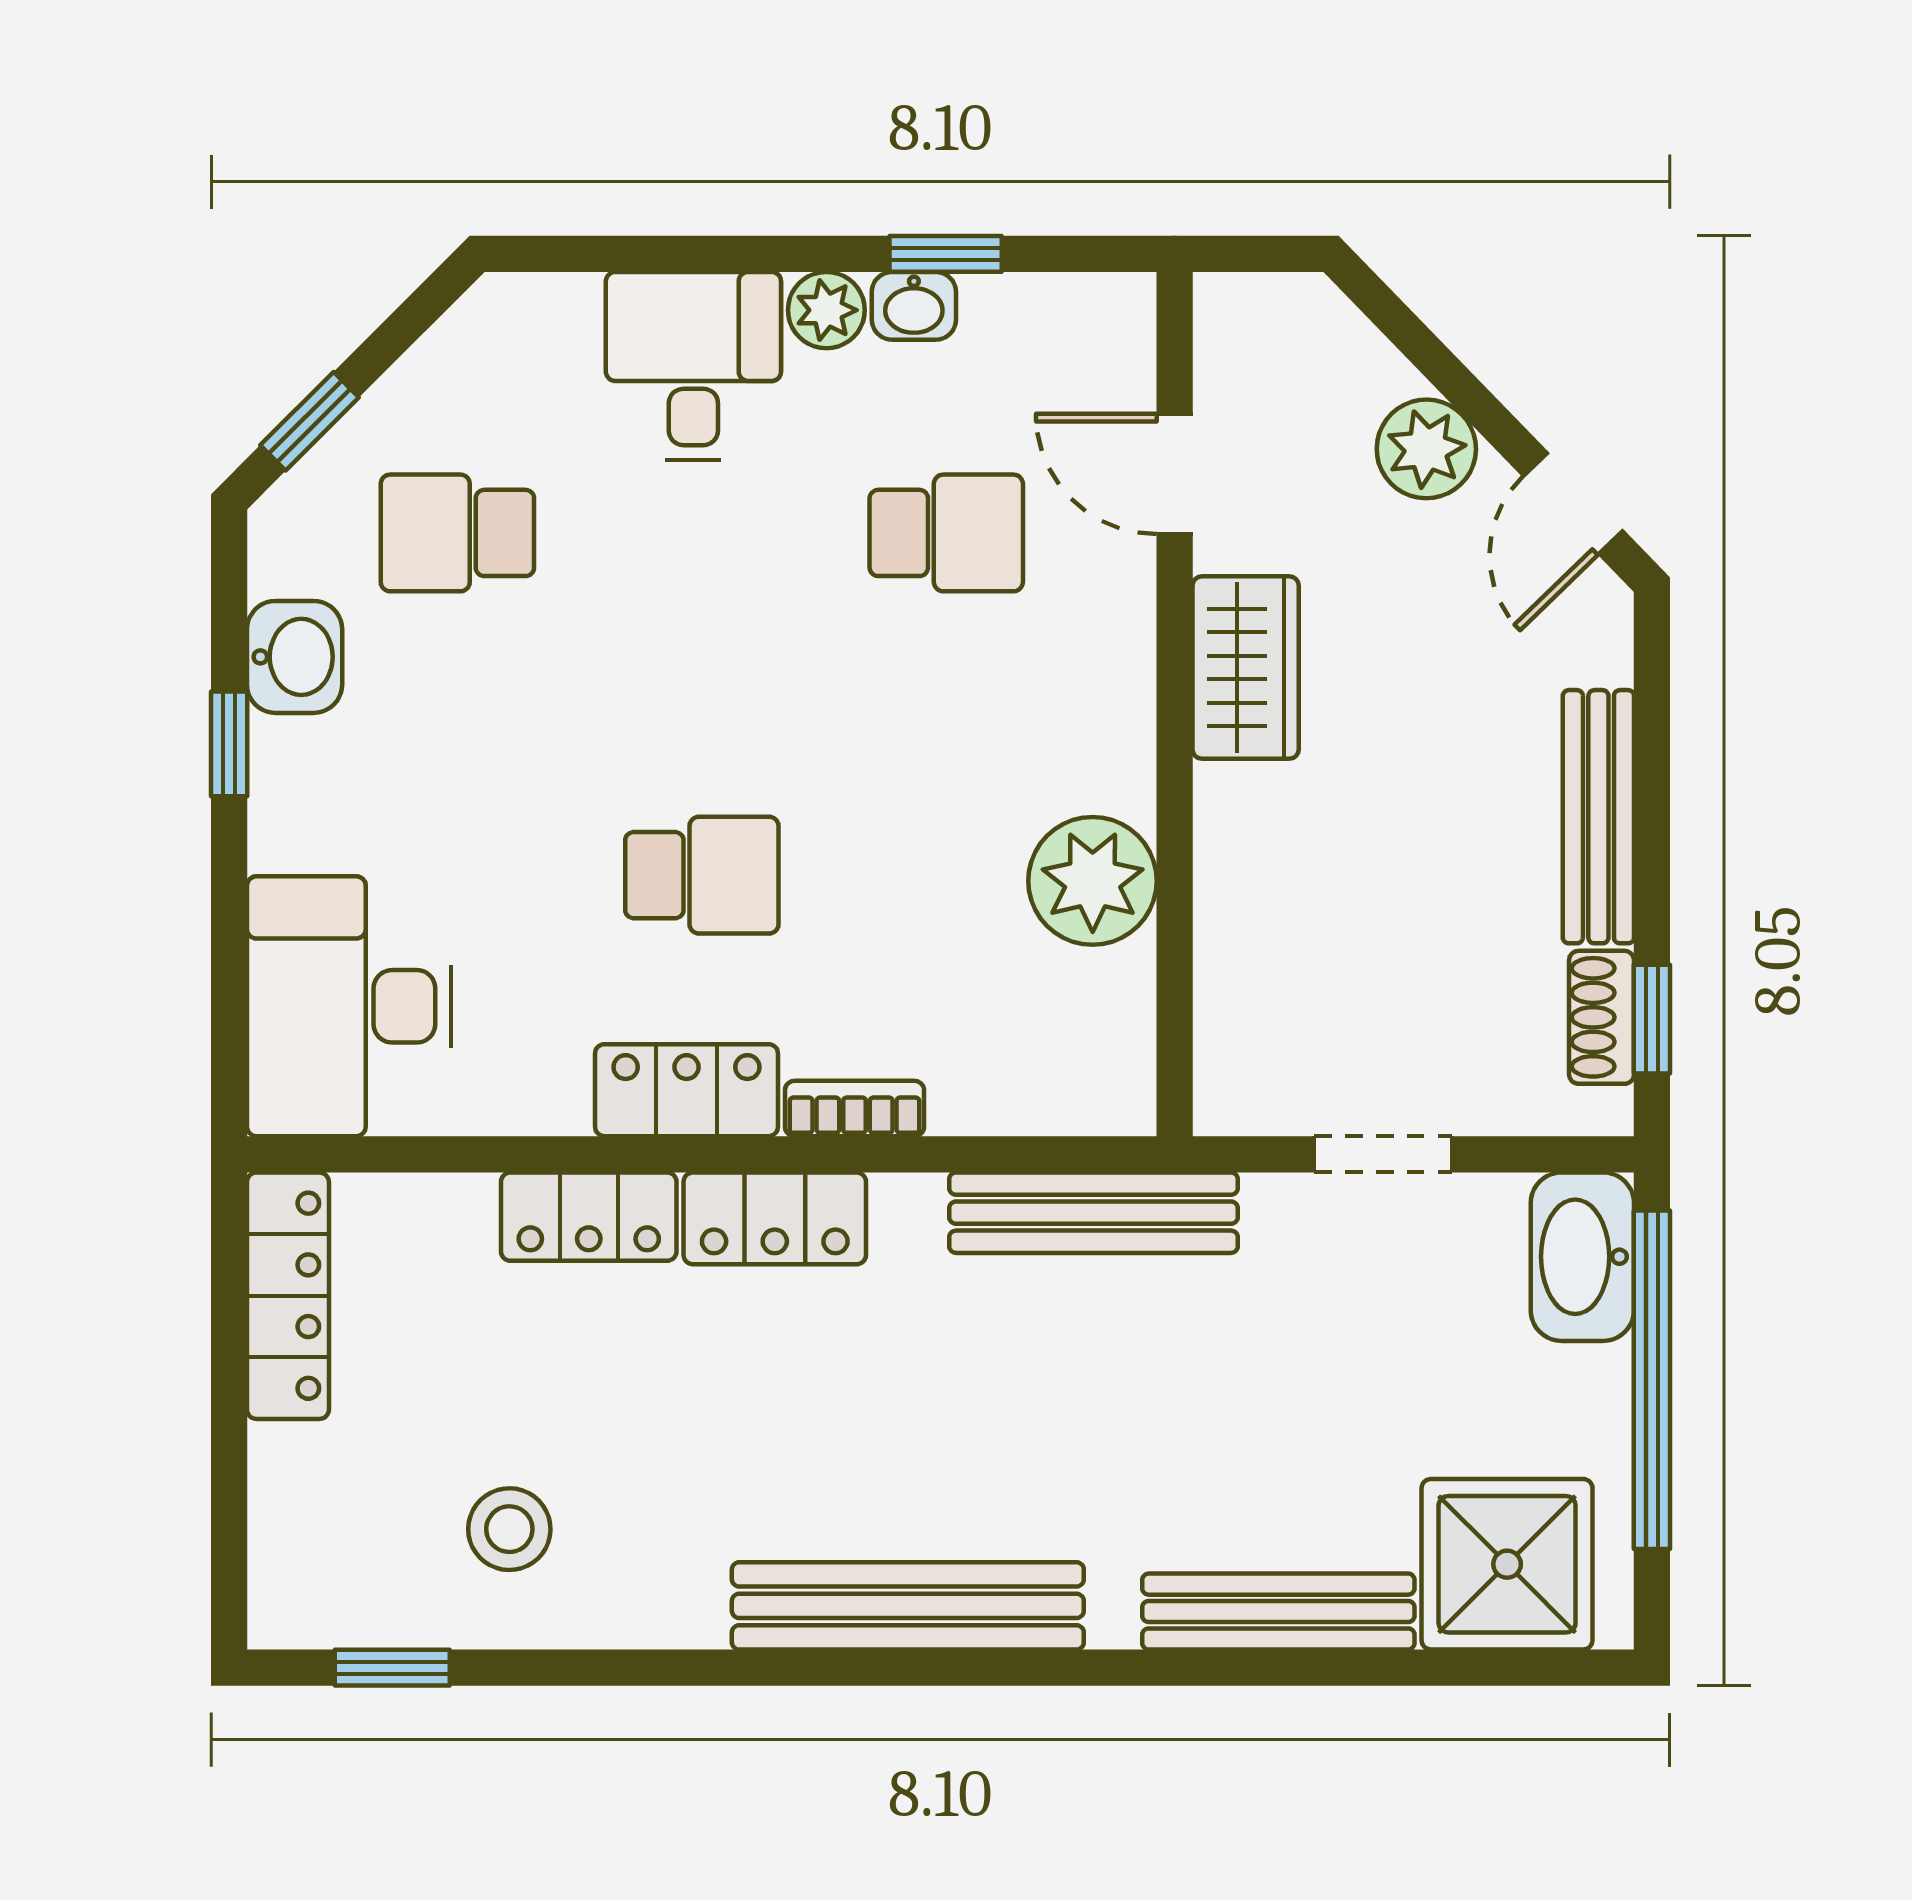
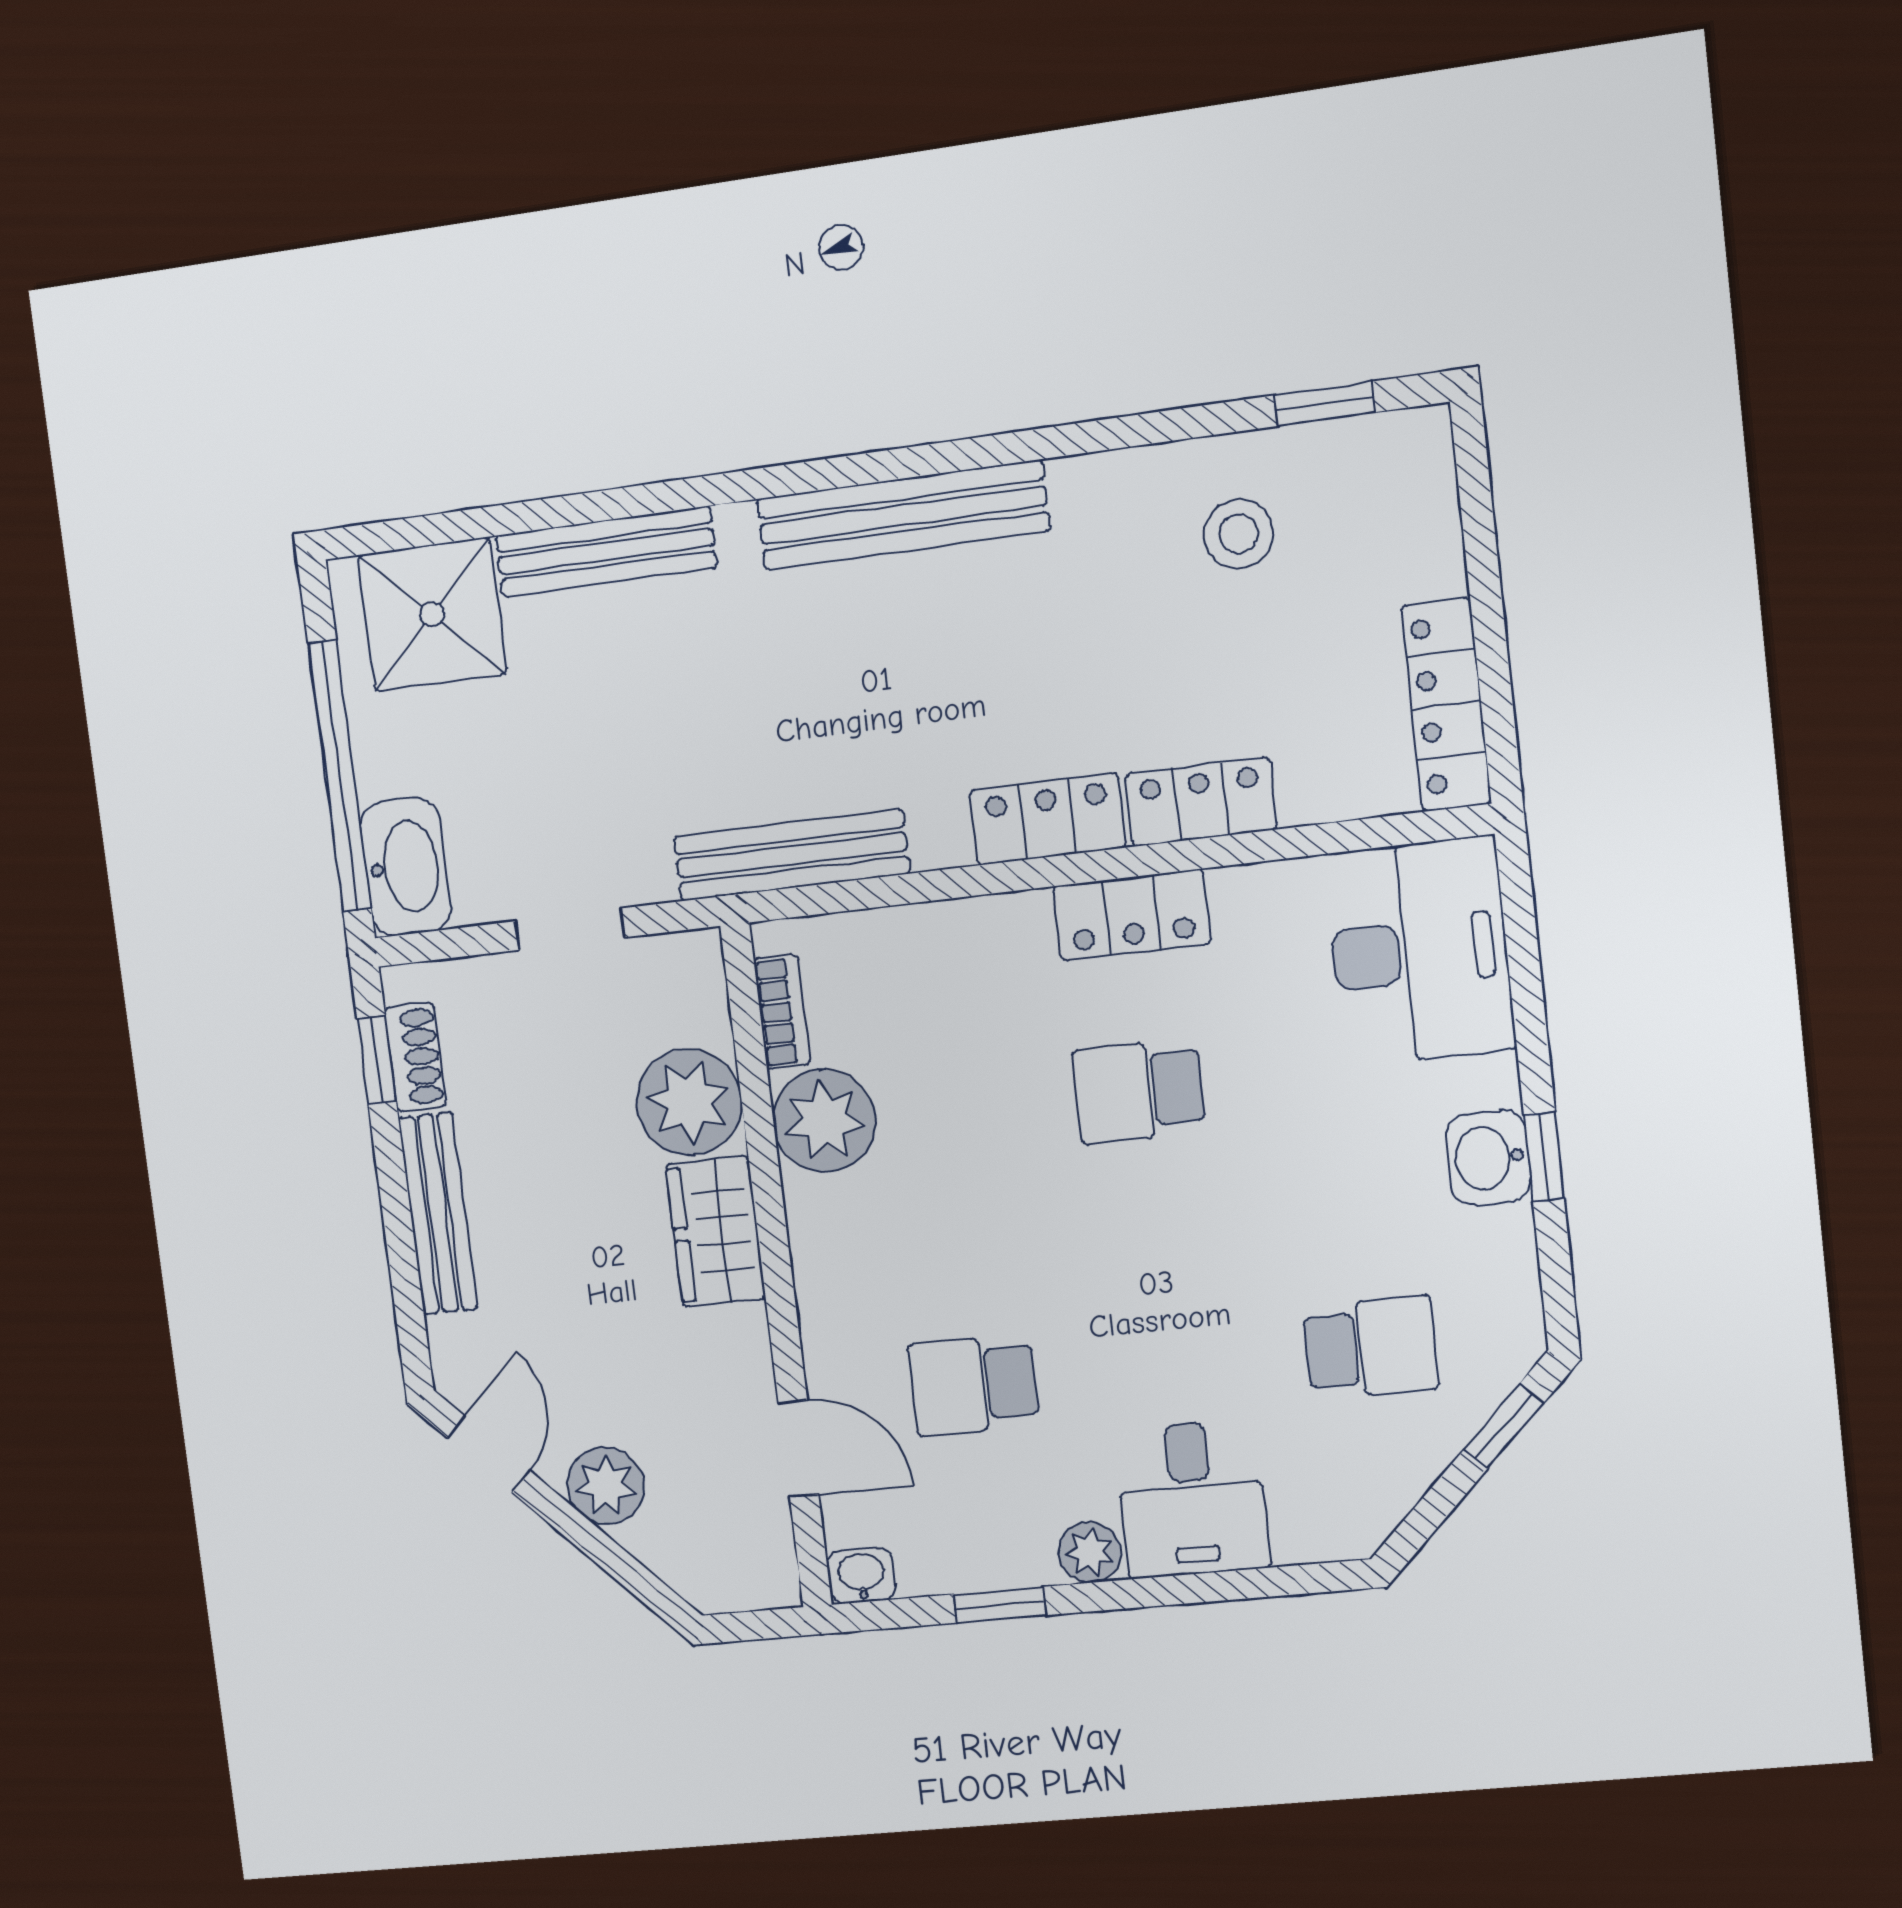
washbasin: (914, 306) -> (861, 1576), moved
washbasin: (295, 657) -> (1488, 1158), moved
wardrobe: (1246, 668) -> (716, 1231), moved
plant: (1259, 922) -> (689, 1102), added
bookcase: (855, 1109) -> (782, 1012), moved, turned -90

